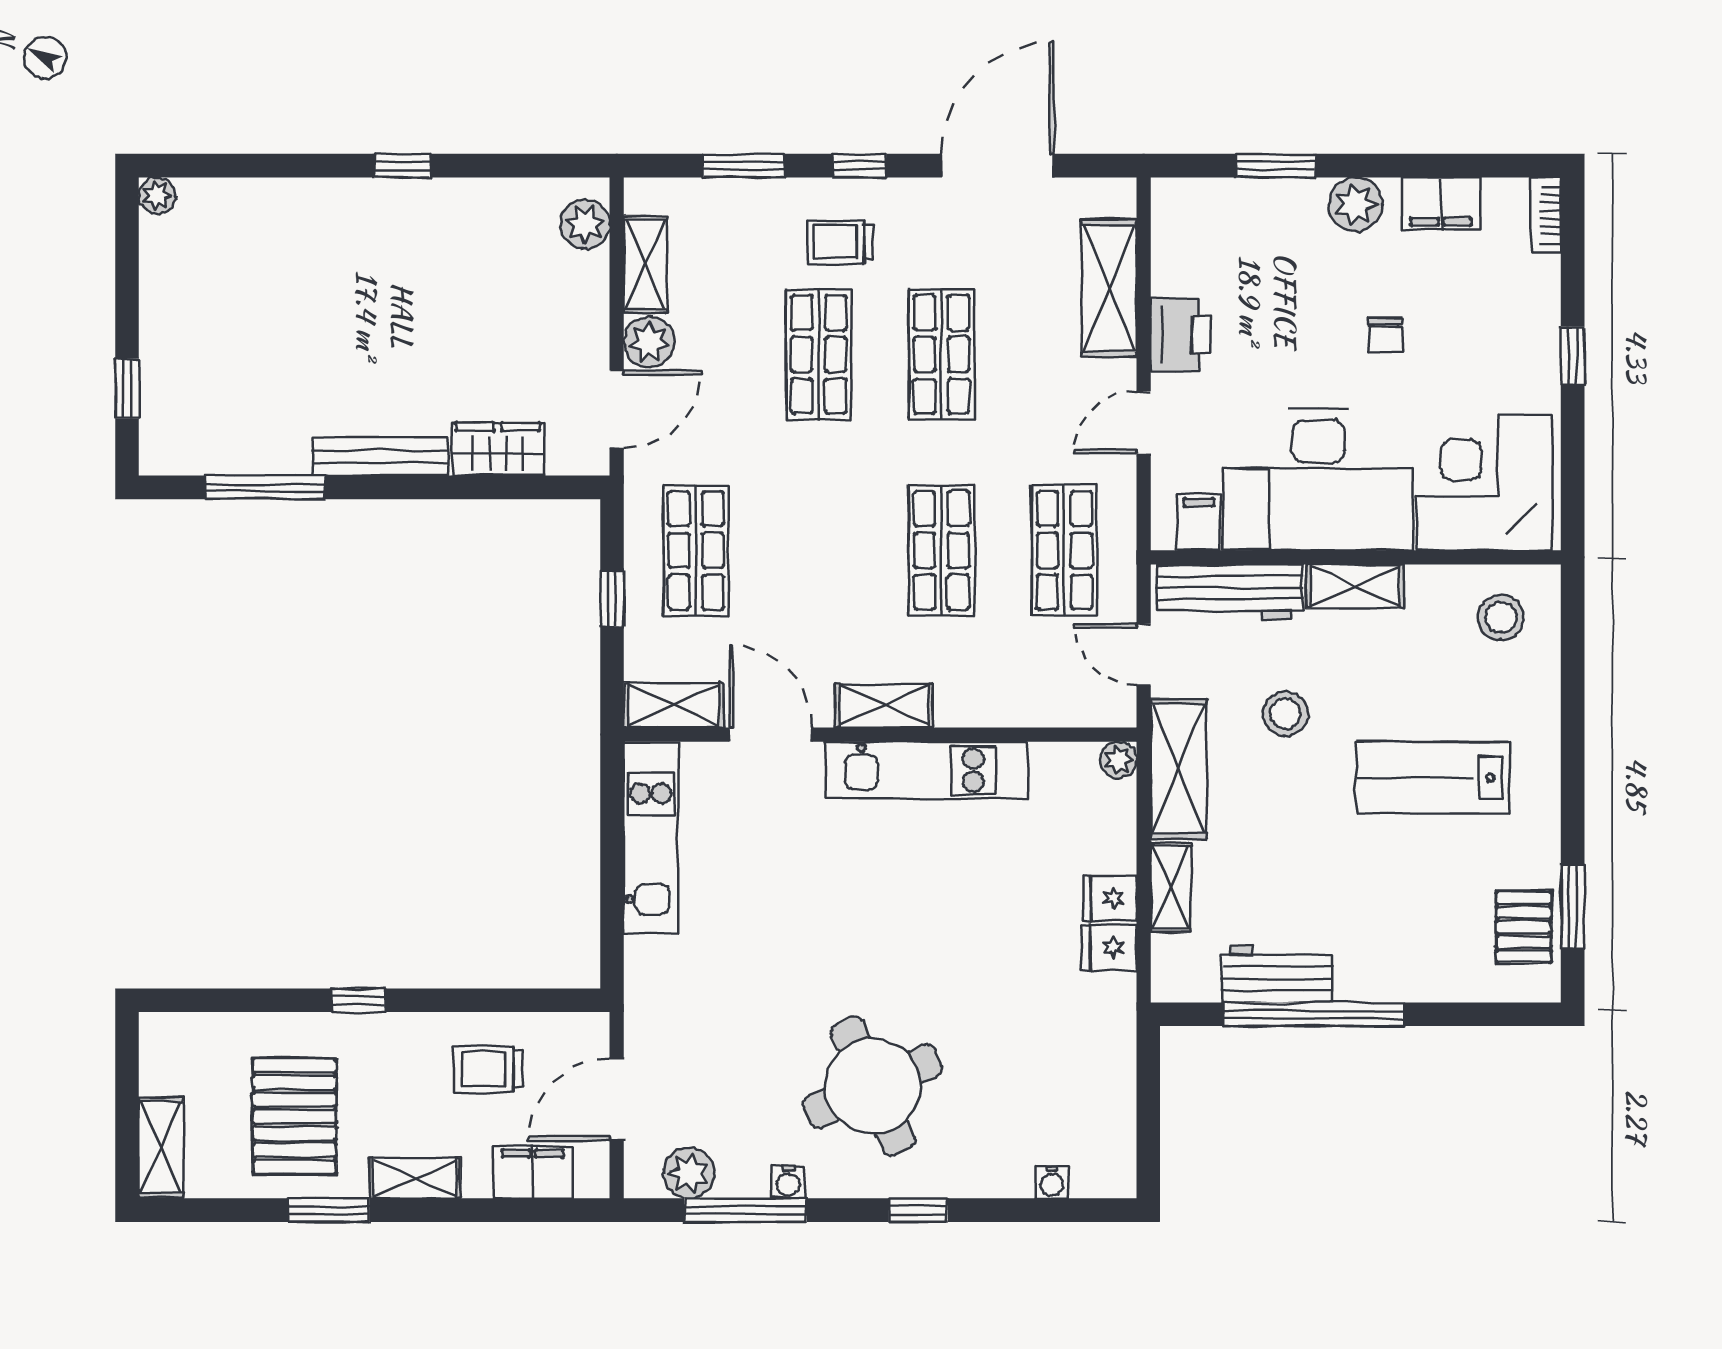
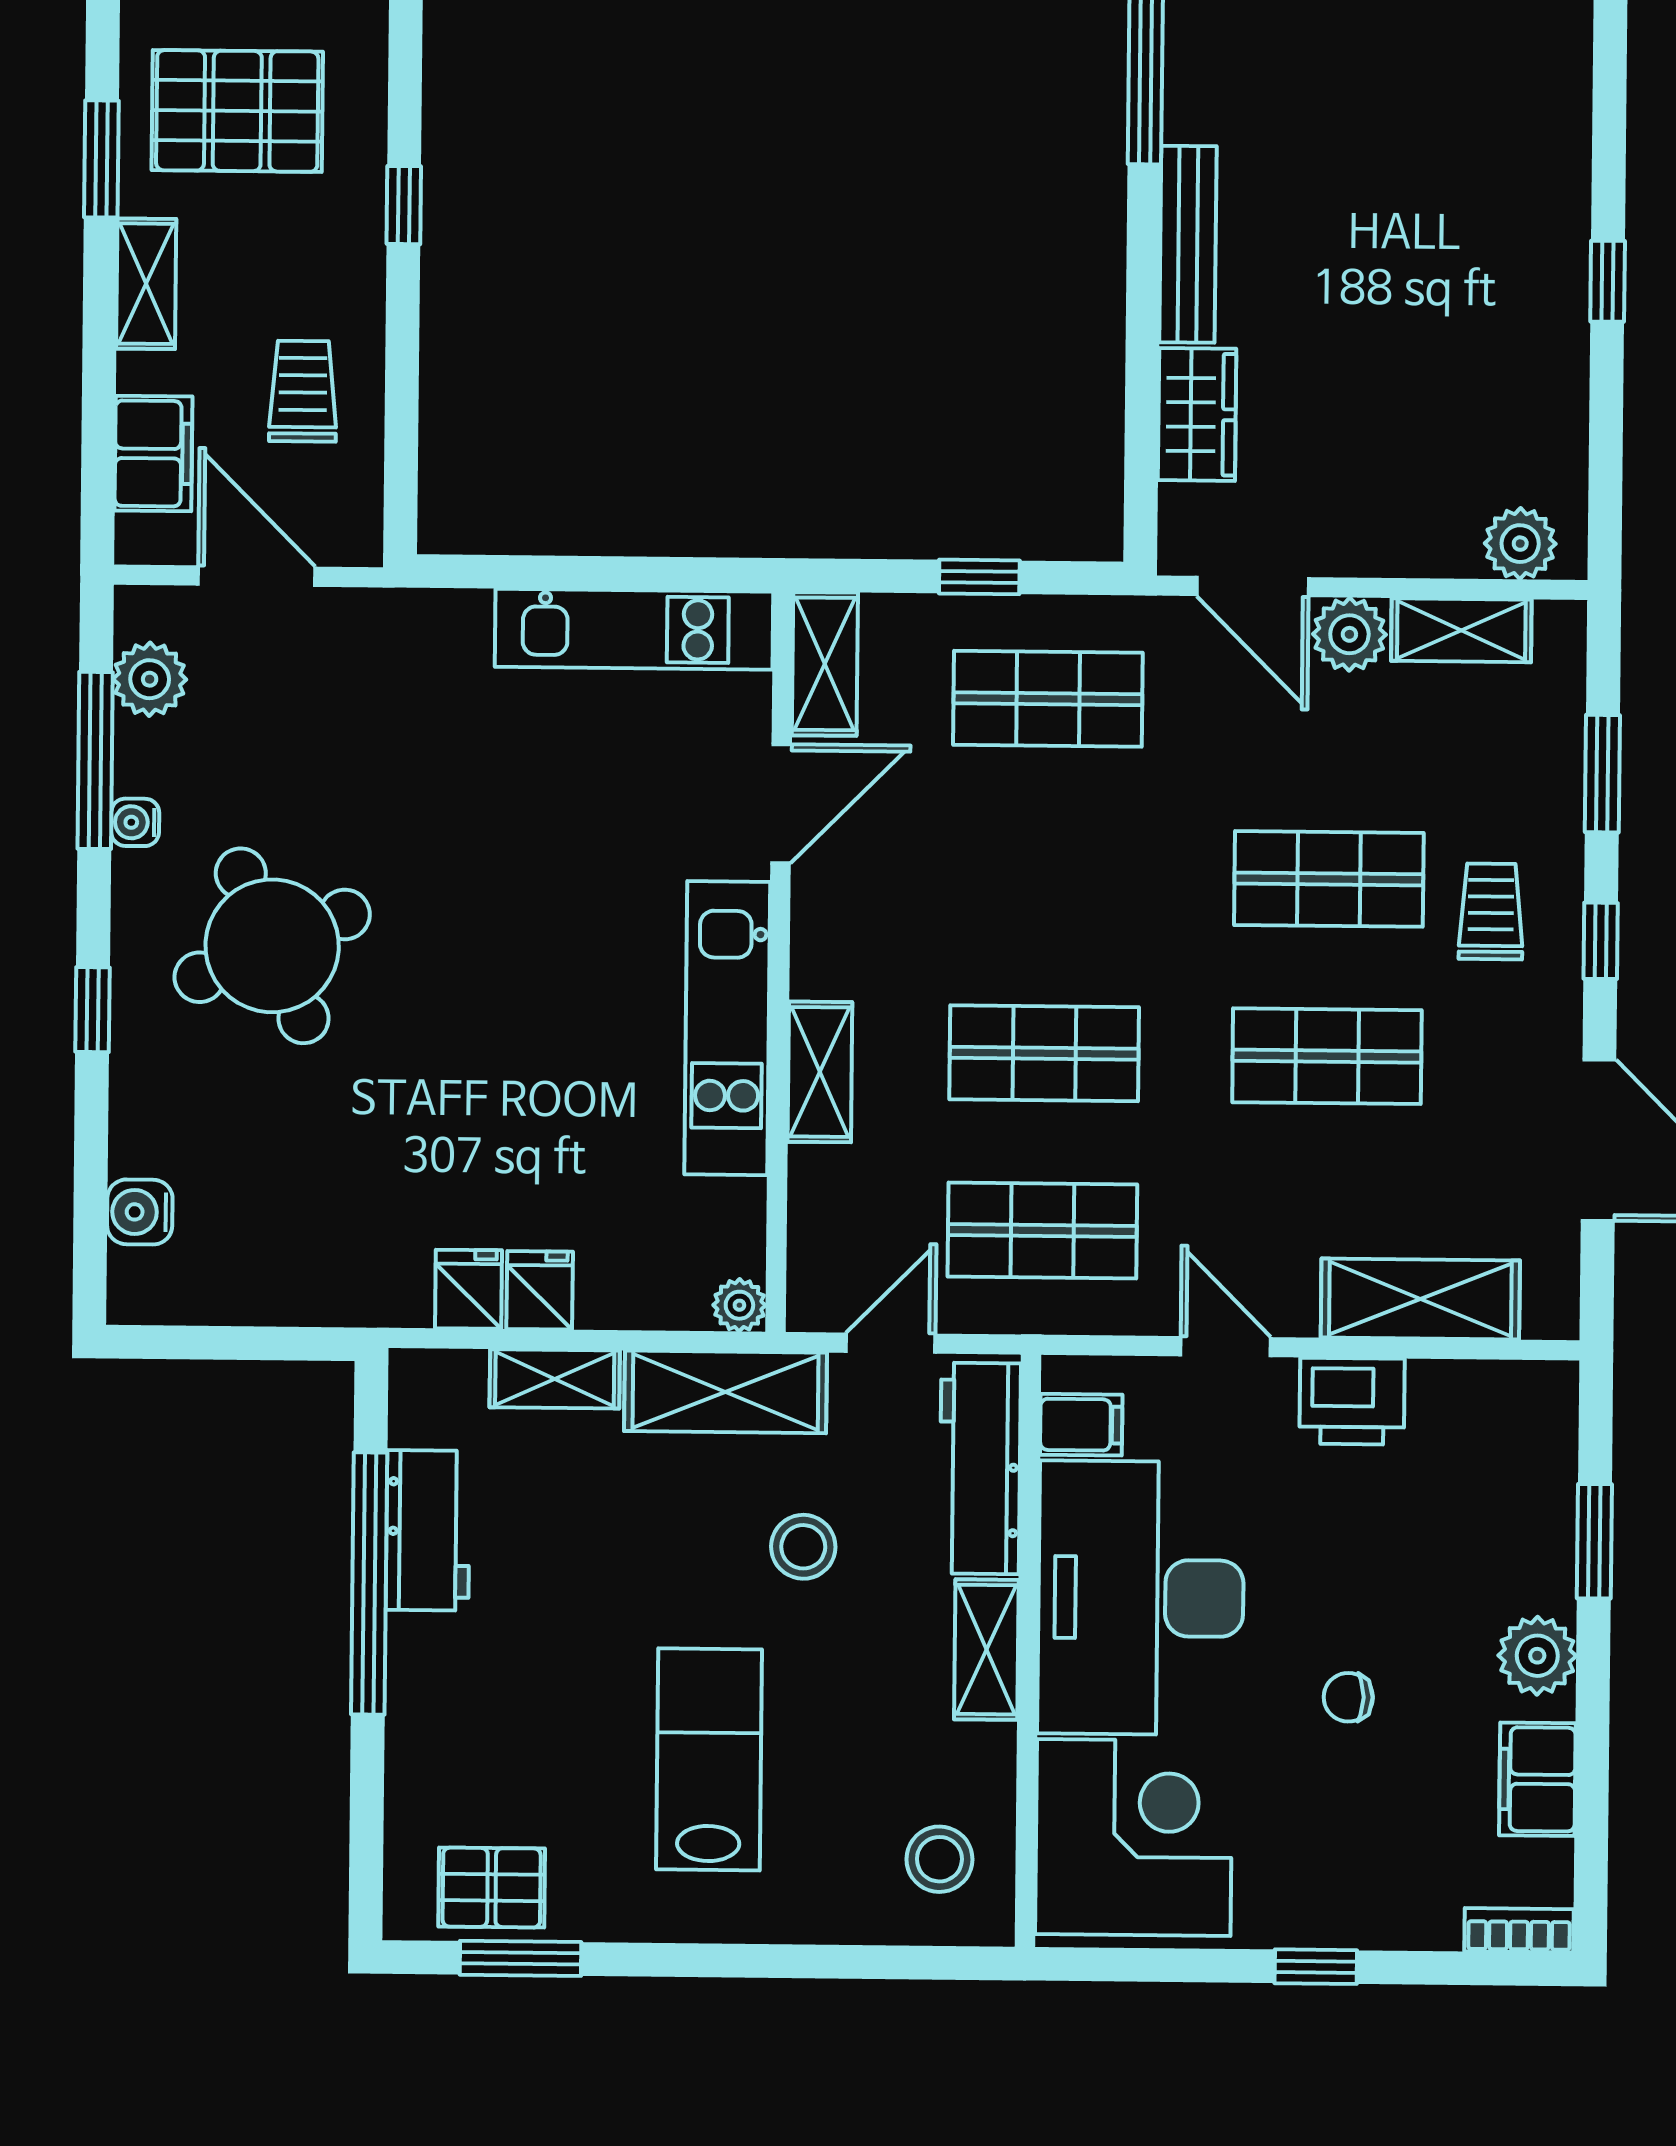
shelving: (884, 706) -> (820, 1072), moved
water cooler: (1052, 1182) -> (140, 1212), width x1.38, depth x1.38

